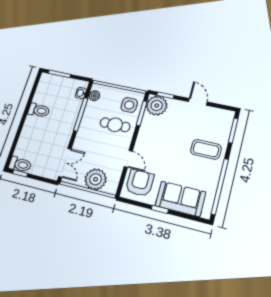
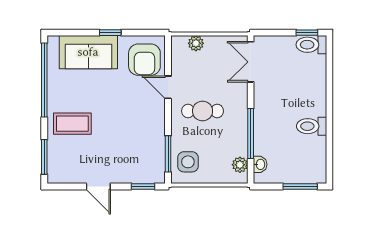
plant: (157, 106) -> (151, 169), removed
cafe table: (115, 125) -> (203, 111), moved
plant: (96, 179) -> (196, 43), width x0.53, depth x0.53

